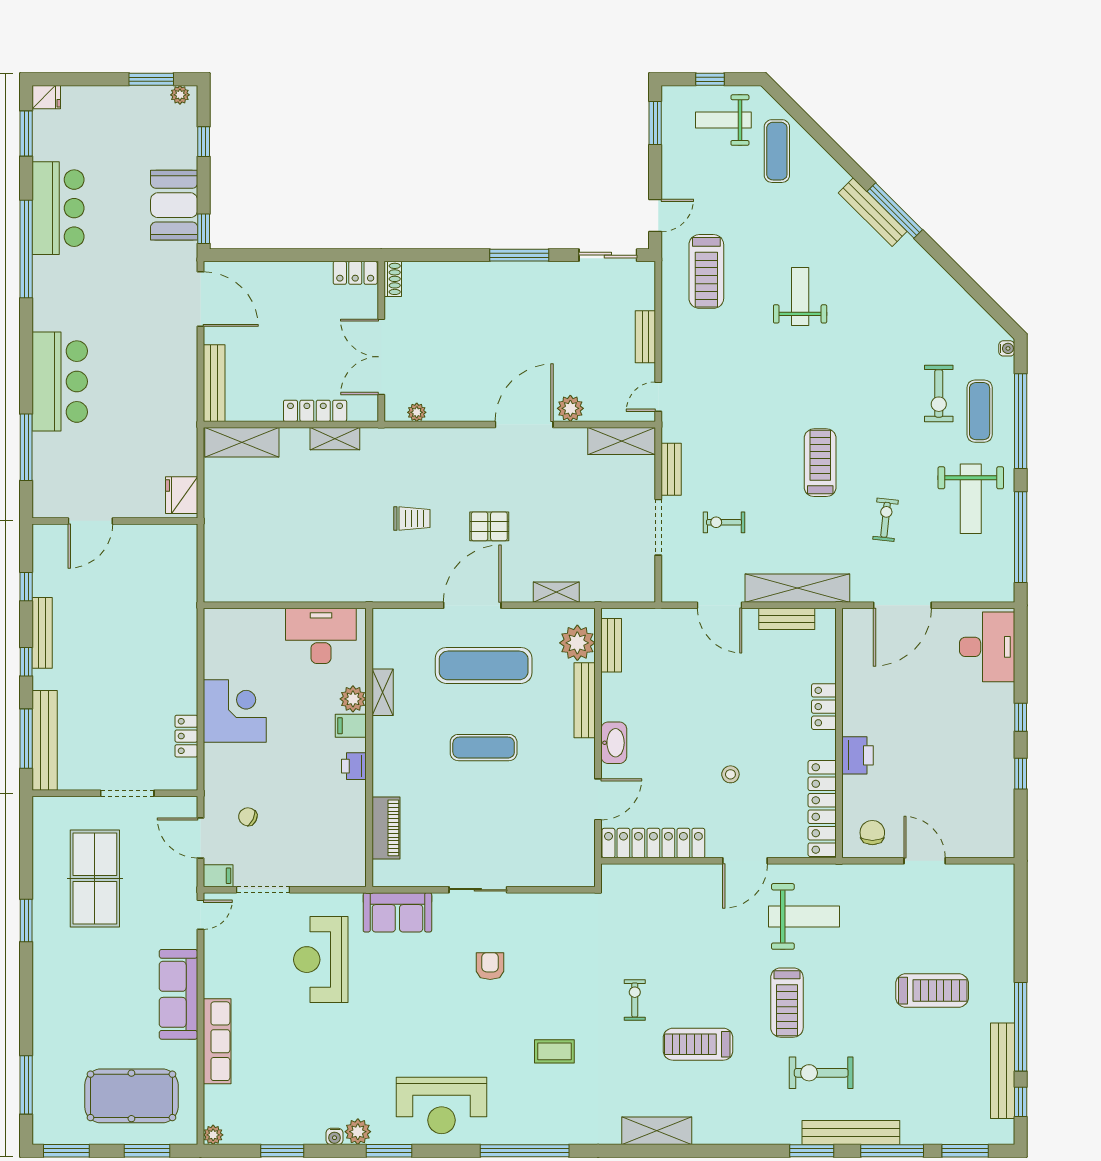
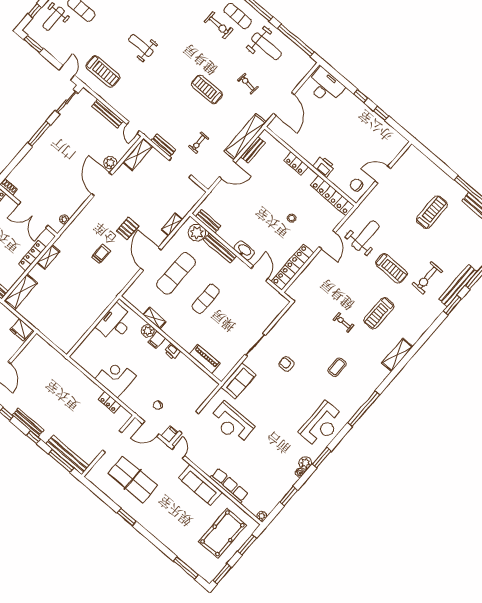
bench: (645, 337) -> (108, 114), width x1.36

